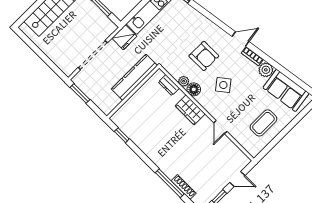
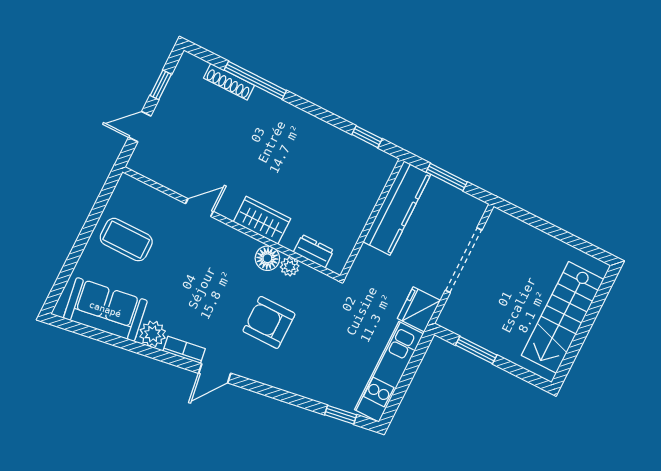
kitchen counter: (134, 77) -> (397, 208), moved
side table: (223, 85) -> (218, 283), removed
window: (80, 93) -> (447, 177), moved
coffee table: (263, 123) -> (126, 240), turned 90
door: (220, 127) -> (199, 208), hinge flipped

